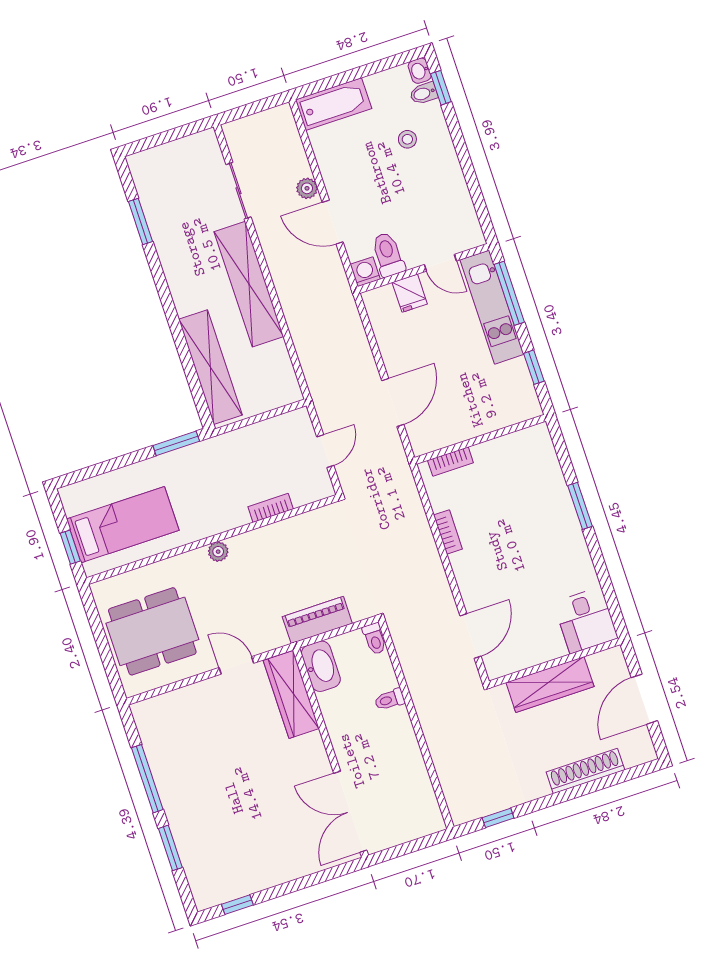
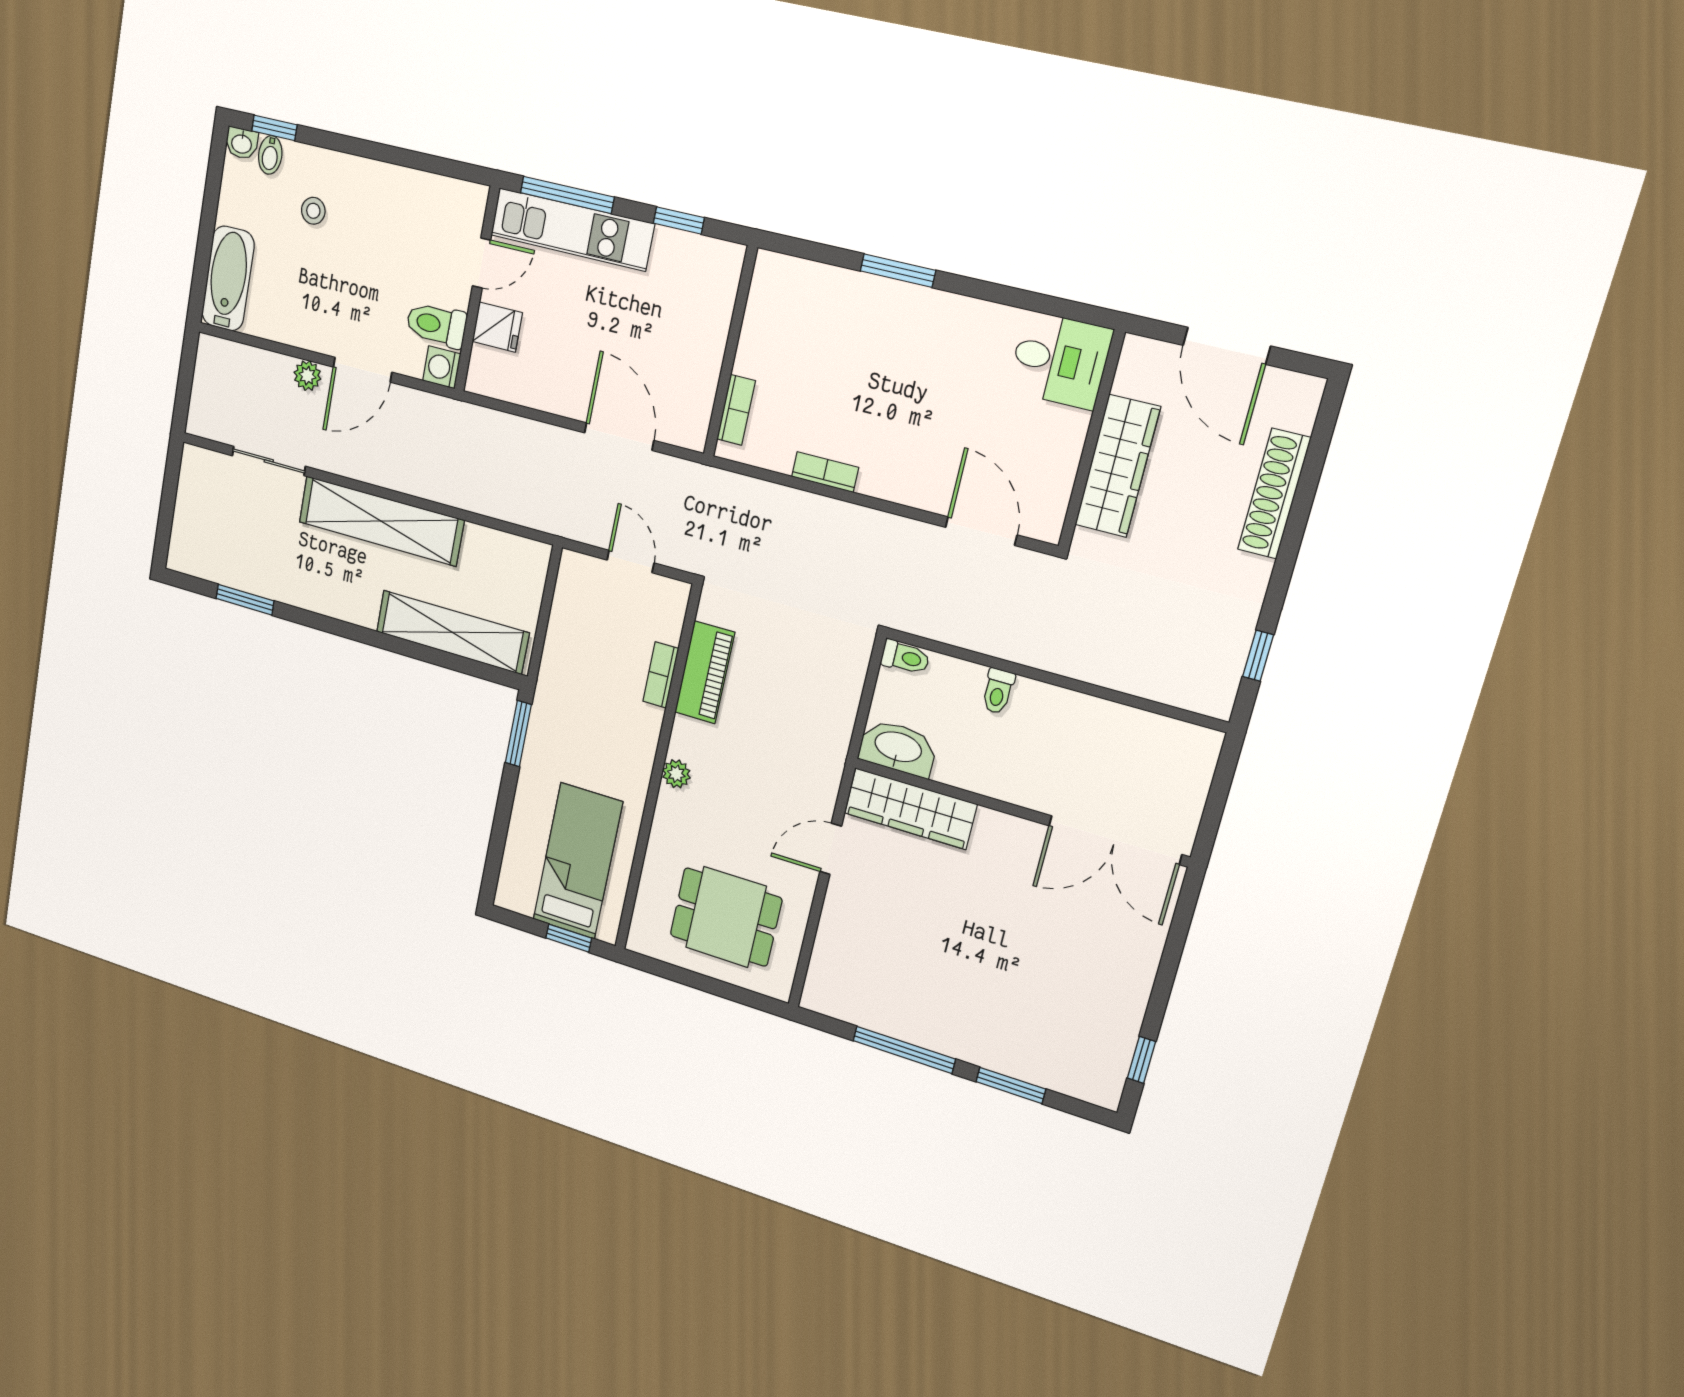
piano: (317, 620) -> (705, 672), moved, turned 180
dining table: (152, 631) -> (726, 917), width x0.73

